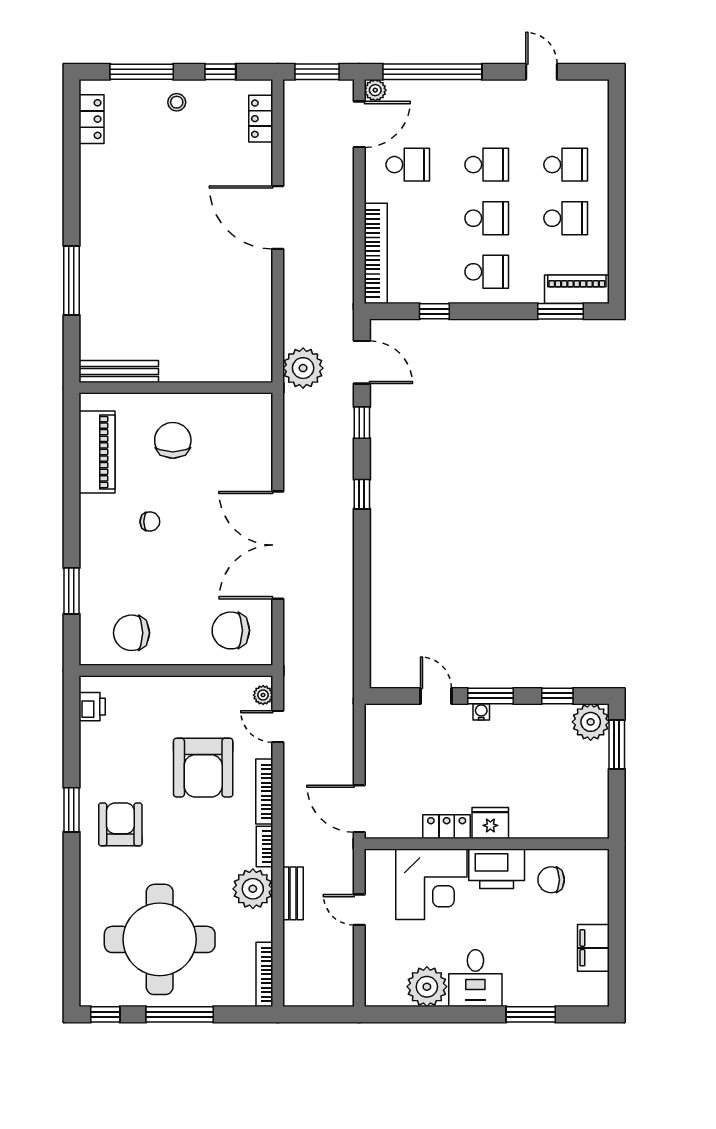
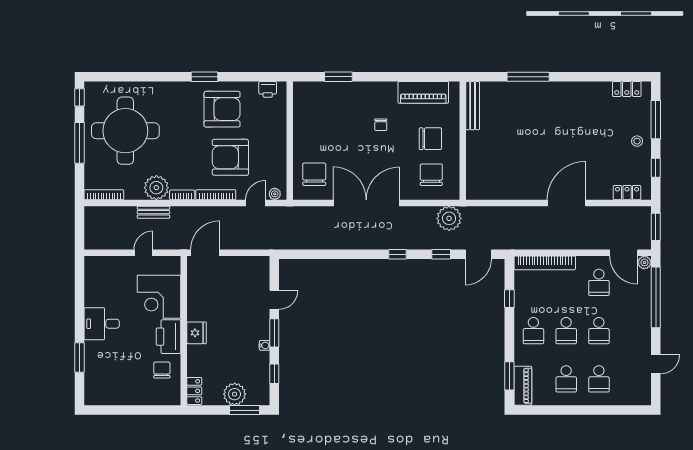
plant: (303, 368) -> (449, 218), moved
chair: (132, 633) -> (431, 175), moved
water cooler: (481, 712) -> (264, 345), moved
plant: (591, 722) -> (235, 394), moved
armchair: (120, 824) -> (222, 109), moved, width x1.36, depth x1.36
locker: (447, 827) -> (194, 391), moved
filing cabinet: (593, 948) -> (120, 396), removed
plant: (427, 987) -> (96, 294), removed

